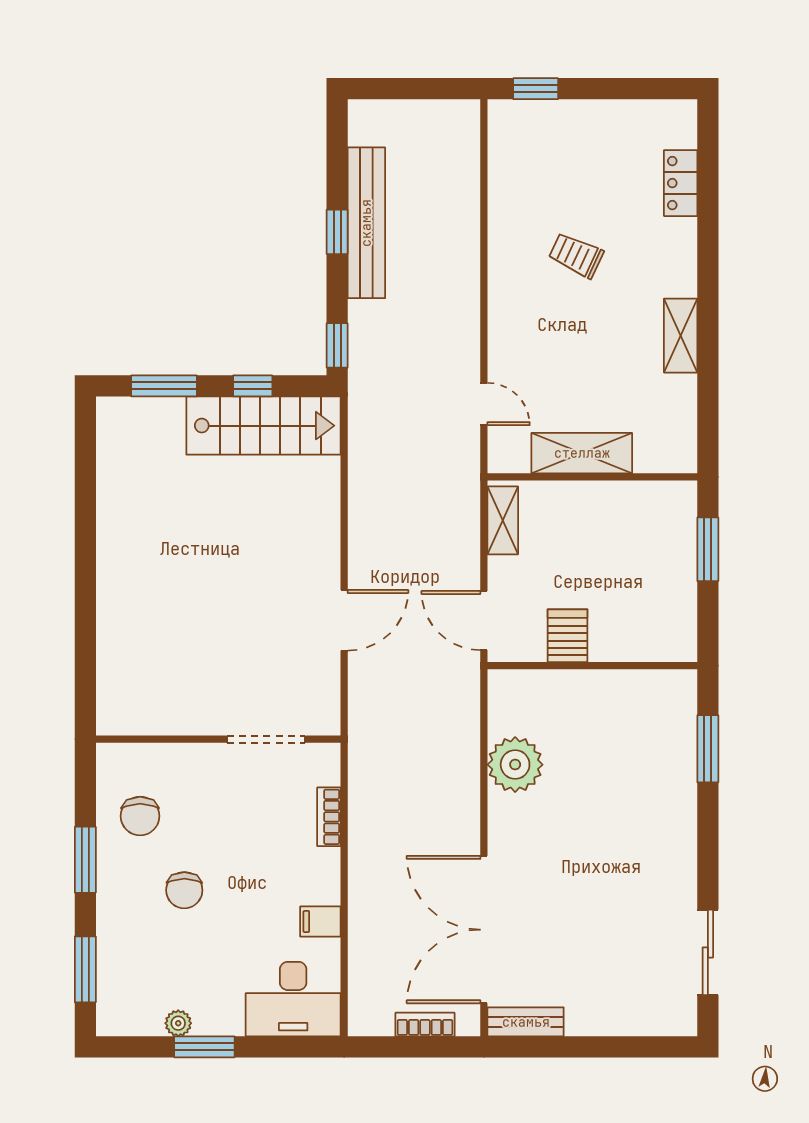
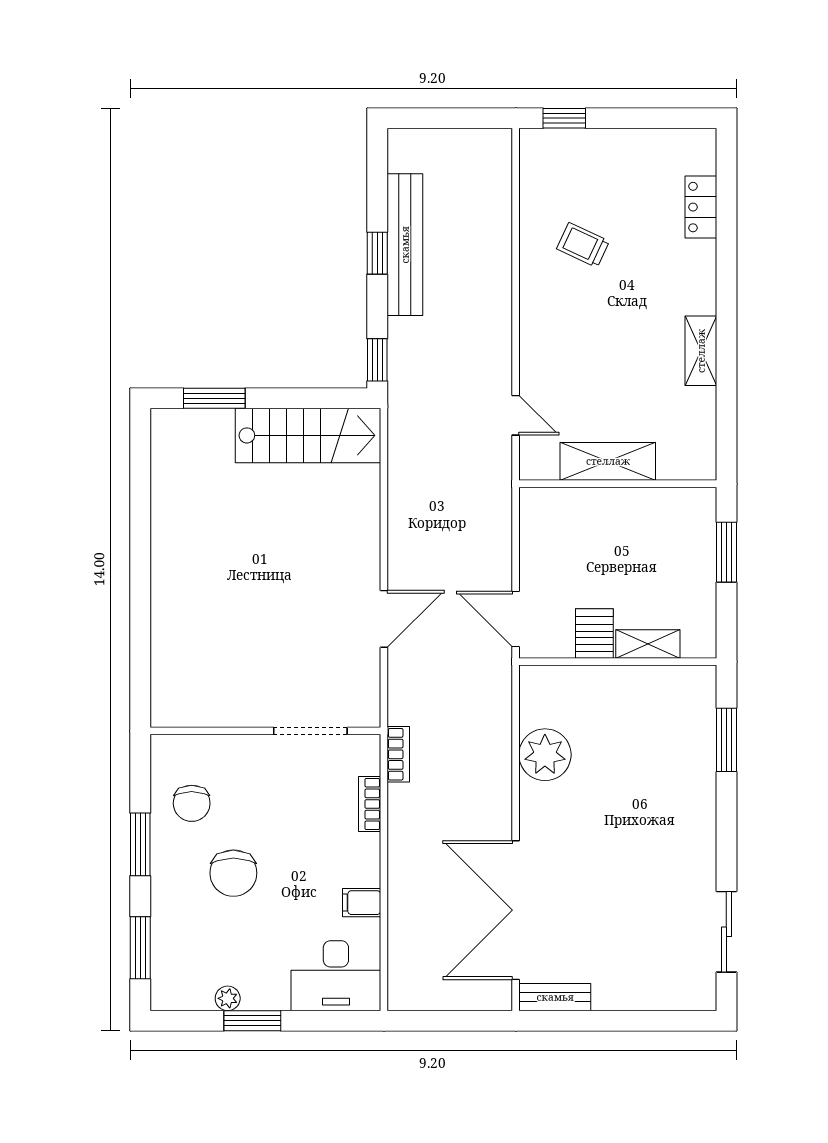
trolley: (576, 255) -> (583, 245), moved
window: (253, 386) -> (298, 398), removed
shelving: (503, 520) -> (648, 644), moved, turned 90
chair: (184, 890) -> (233, 873), width x1.37, depth x1.37
bookcase: (425, 1025) -> (398, 754), moved, turned 90

